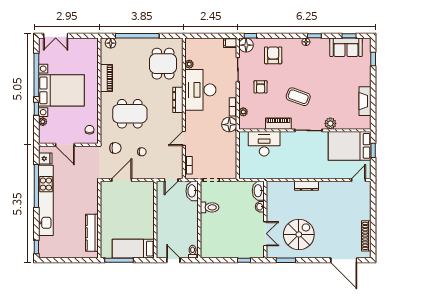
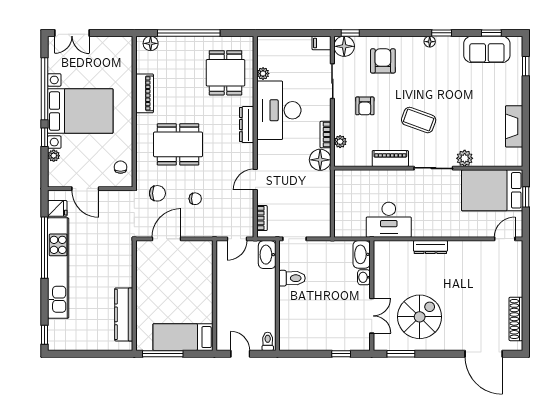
desk: (264, 144) -> (389, 220), moved, turned 180

